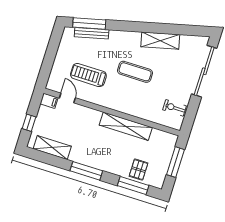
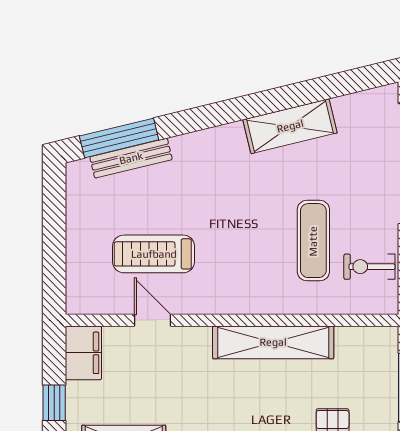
exercise mat: (135, 72) -> (313, 241), moved, turned 90
door: (67, 98) -> (152, 320), moved
filing cabinet: (49, 101) -> (83, 353), width x2.00

